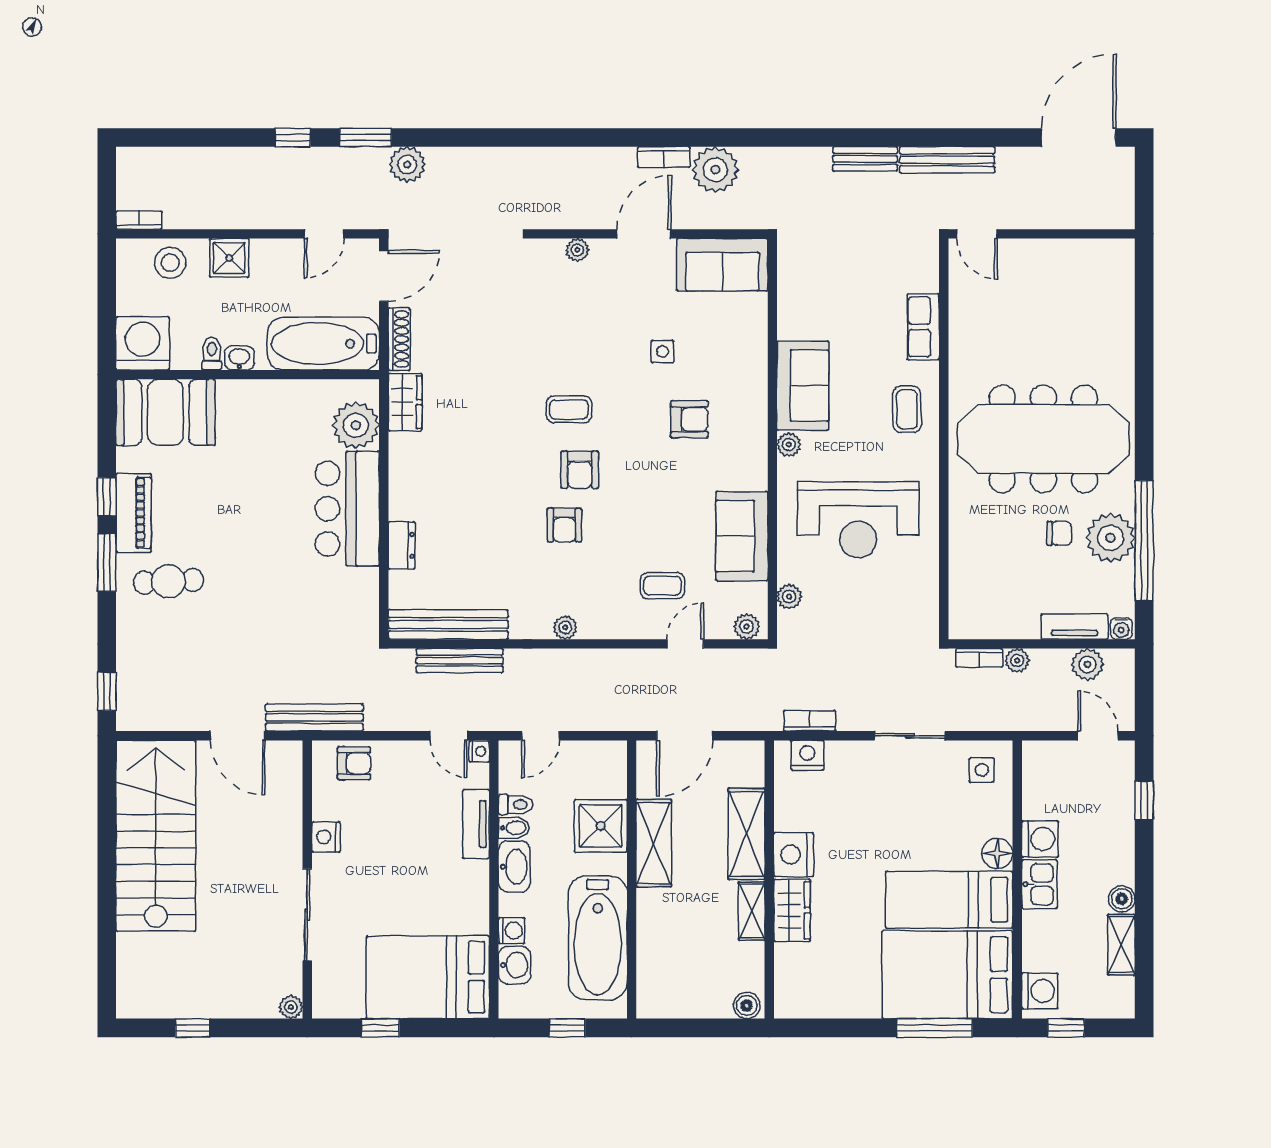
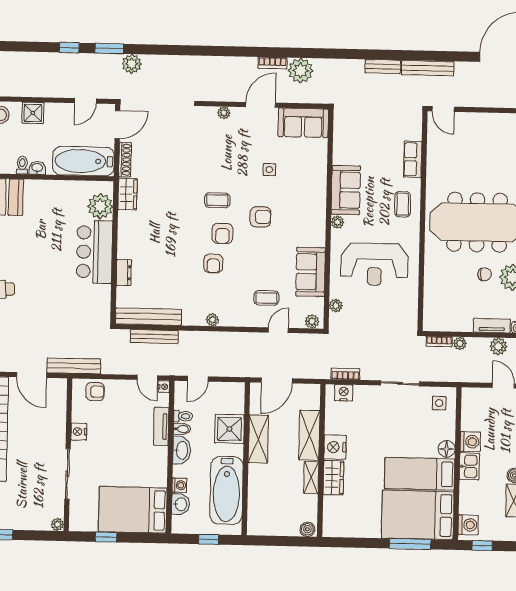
armchair: (689, 419) -> (260, 217), moved

